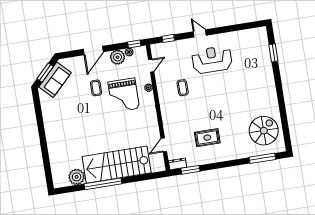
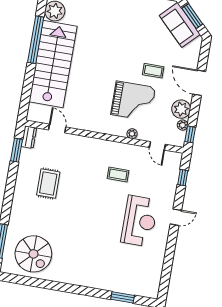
grand piano: (124, 95) -> (133, 101), turned 180

